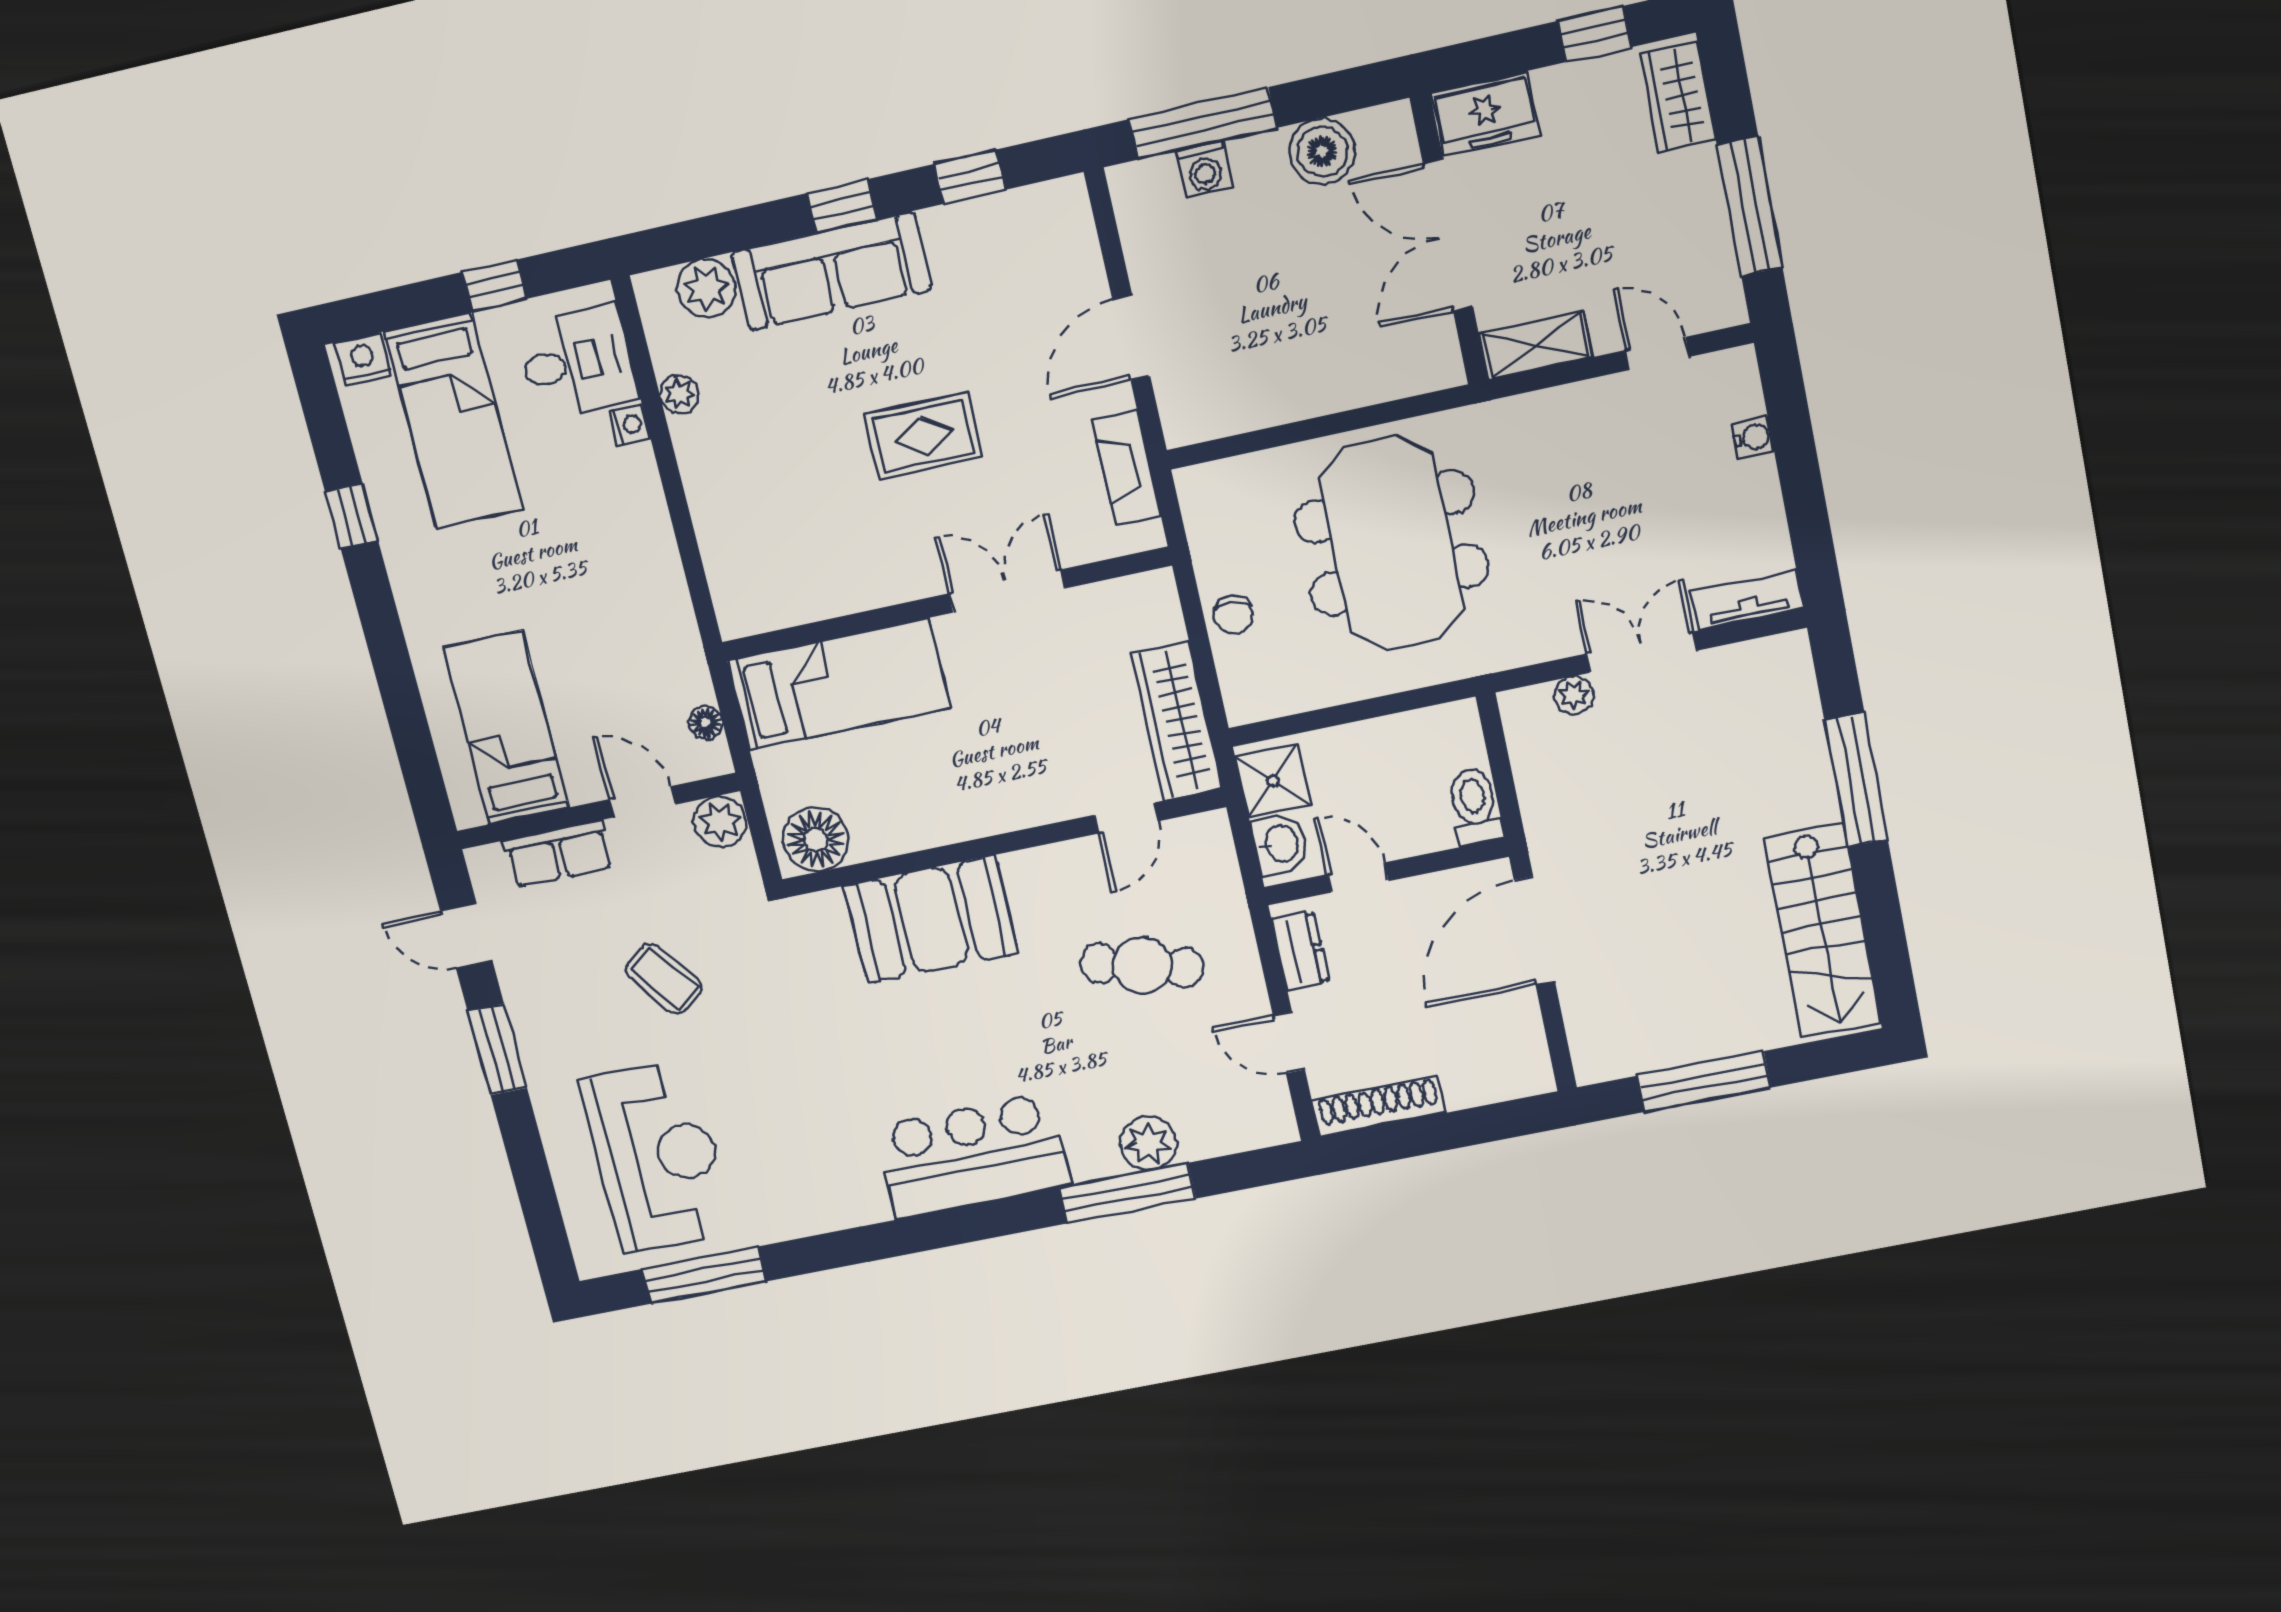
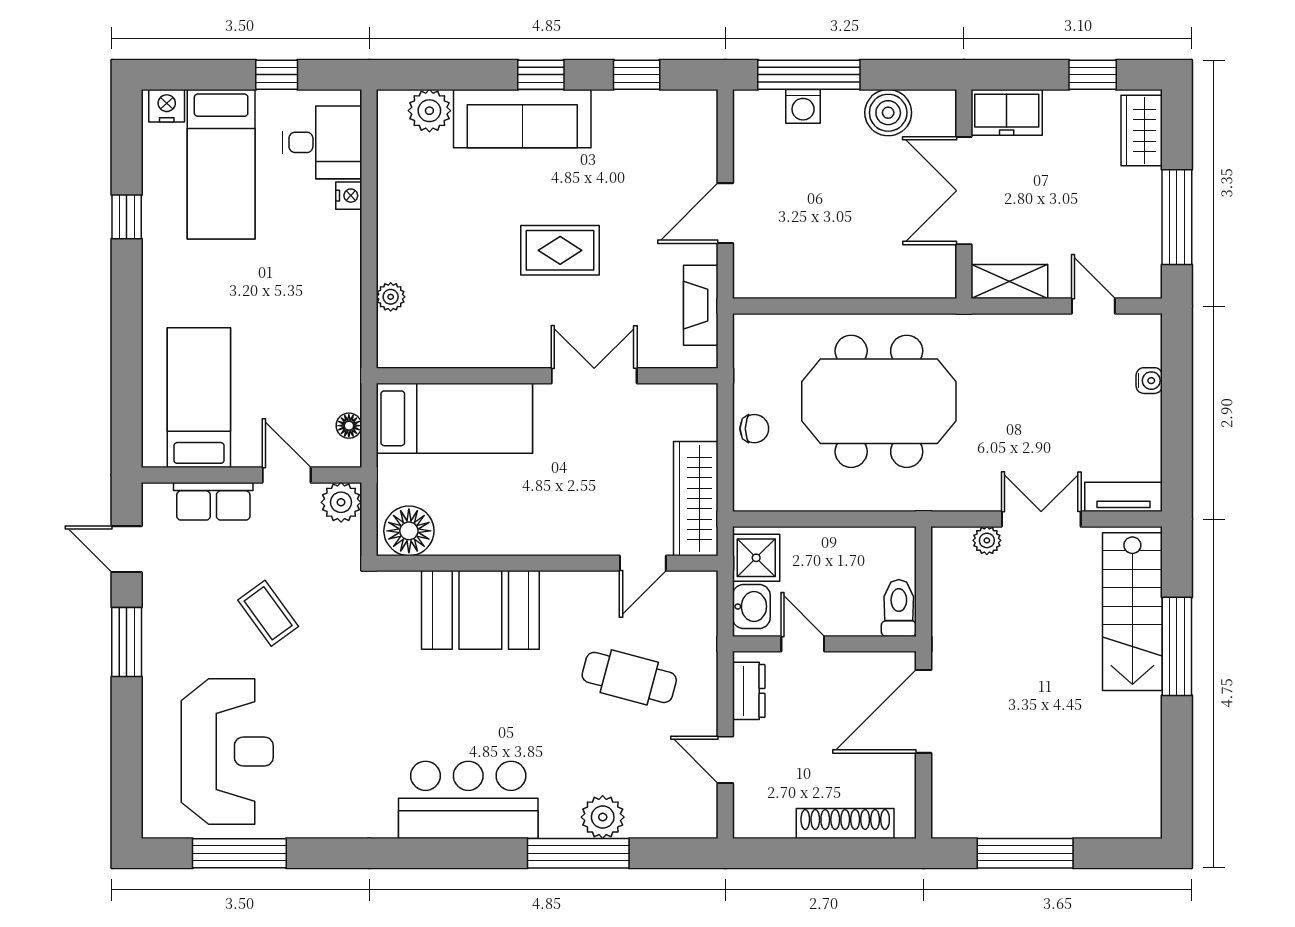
plant: (679, 395) -> (391, 297), moved
meeting table: (1392, 544) -> (879, 401), turned 90
chair: (1233, 615) -> (754, 429), turned -96
stairs: (1822, 931) -> (1132, 612), moved
shoe rack: (1379, 1107) -> (845, 823), moved

